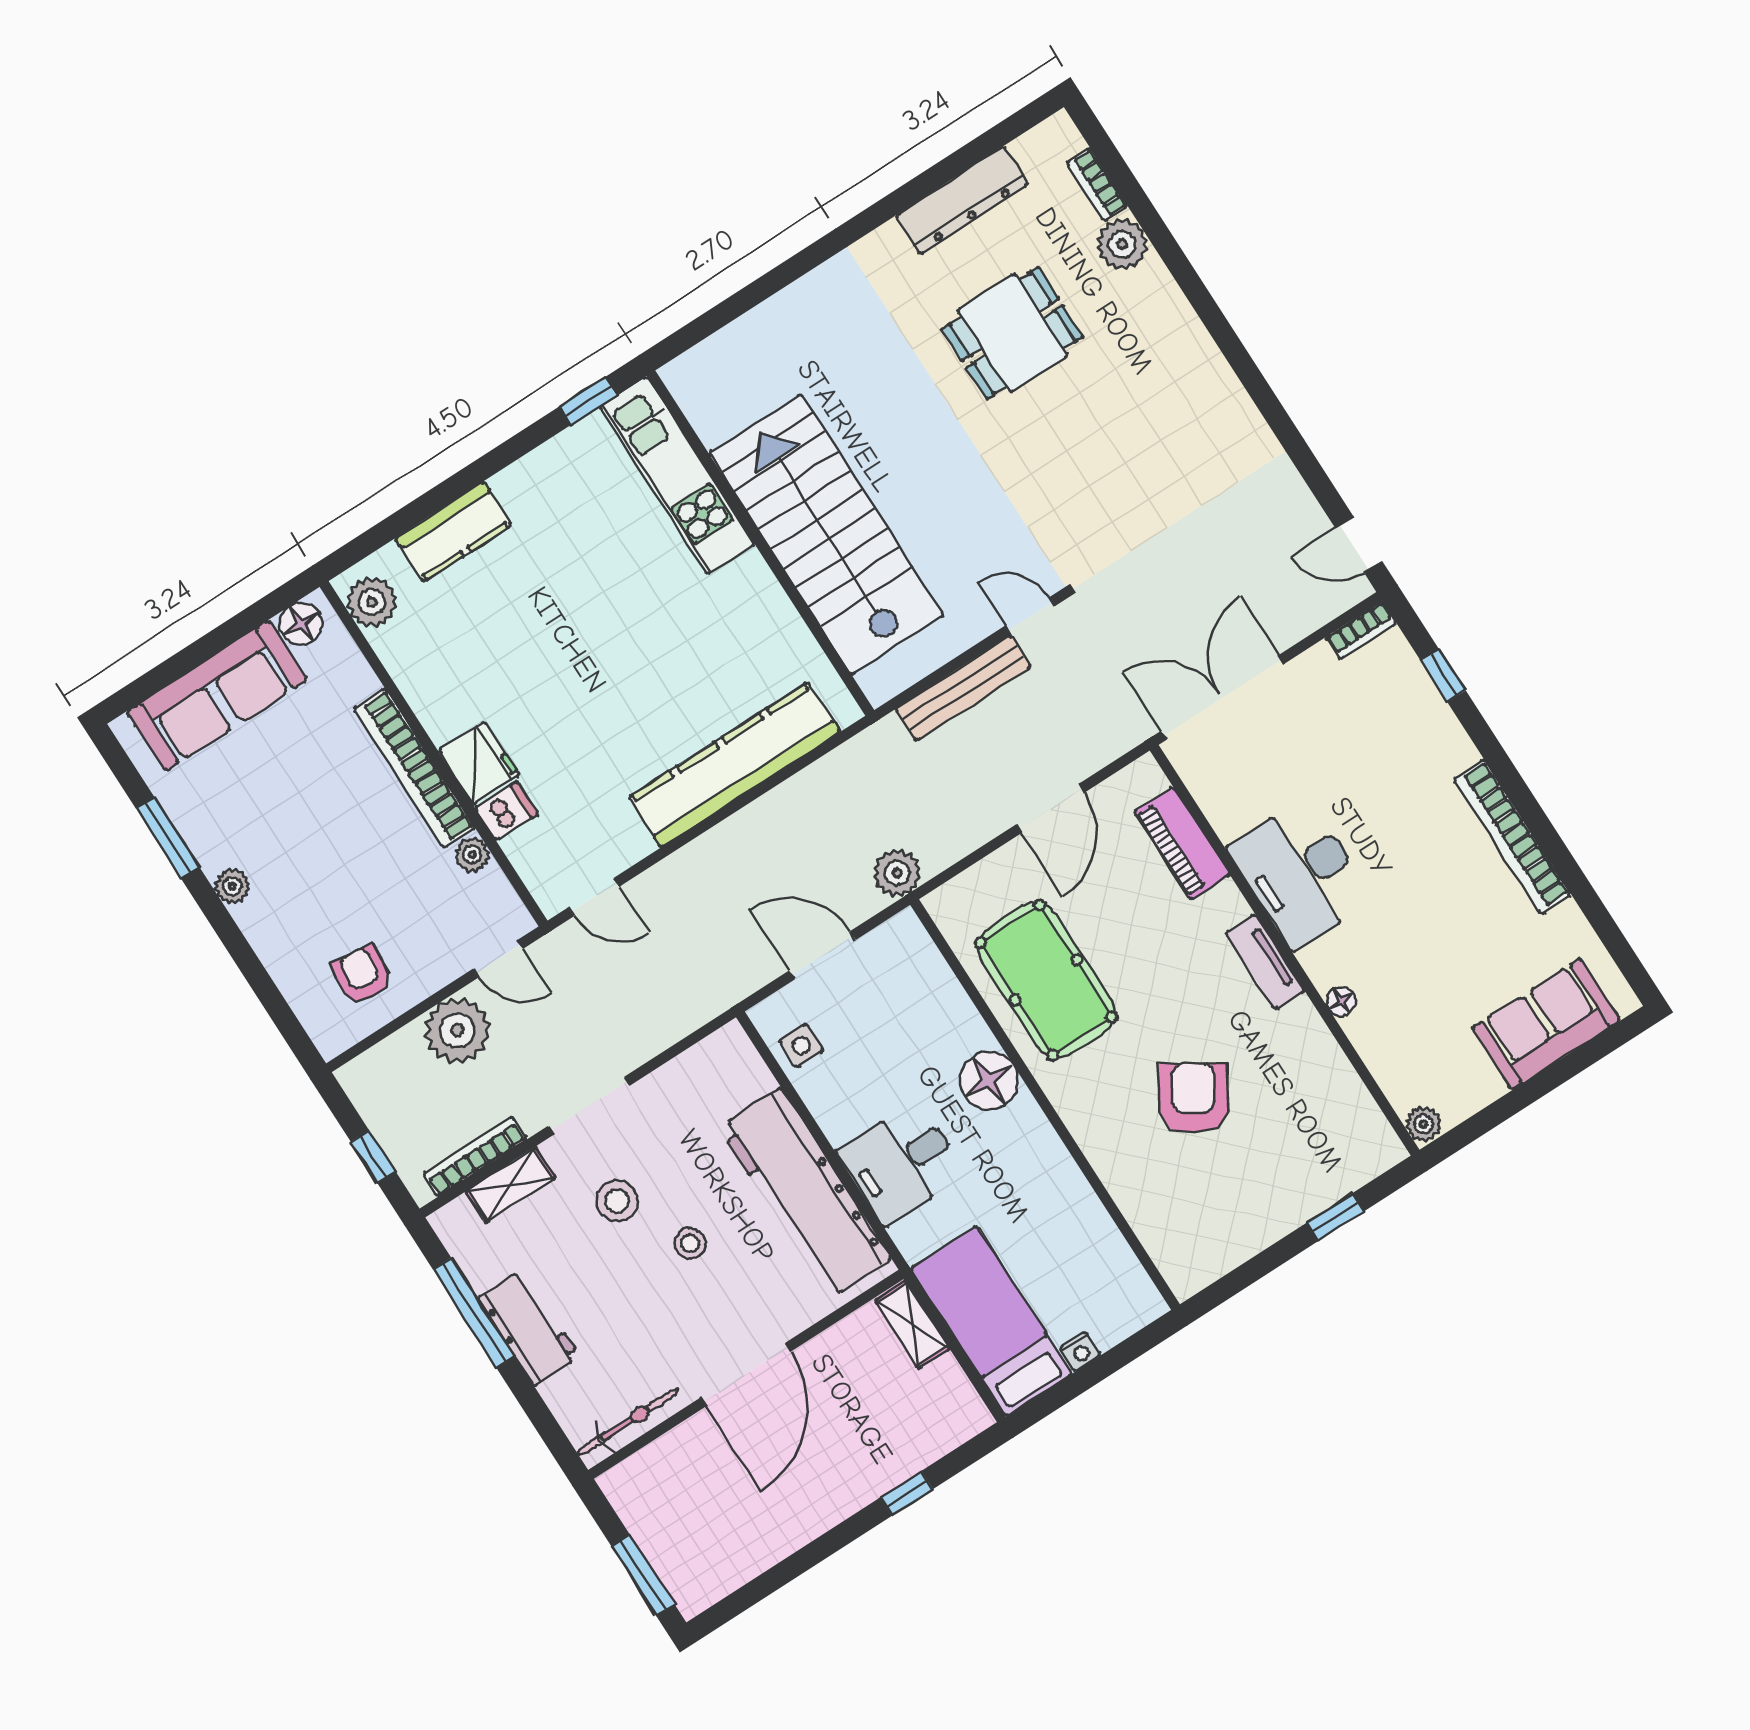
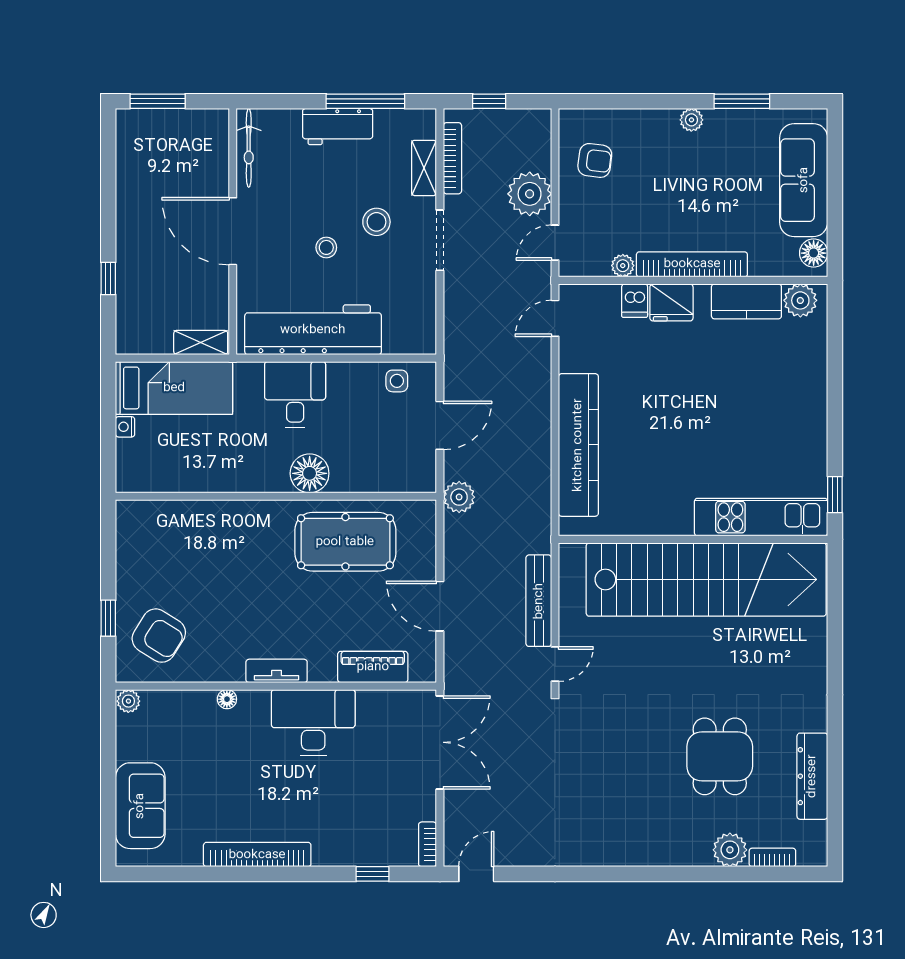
kitchen counter: (453, 532) -> (746, 301), moved, turned -90
stairs: (826, 534) -> (706, 579), width x1.36
armchair: (1193, 1098) -> (159, 636), moved

